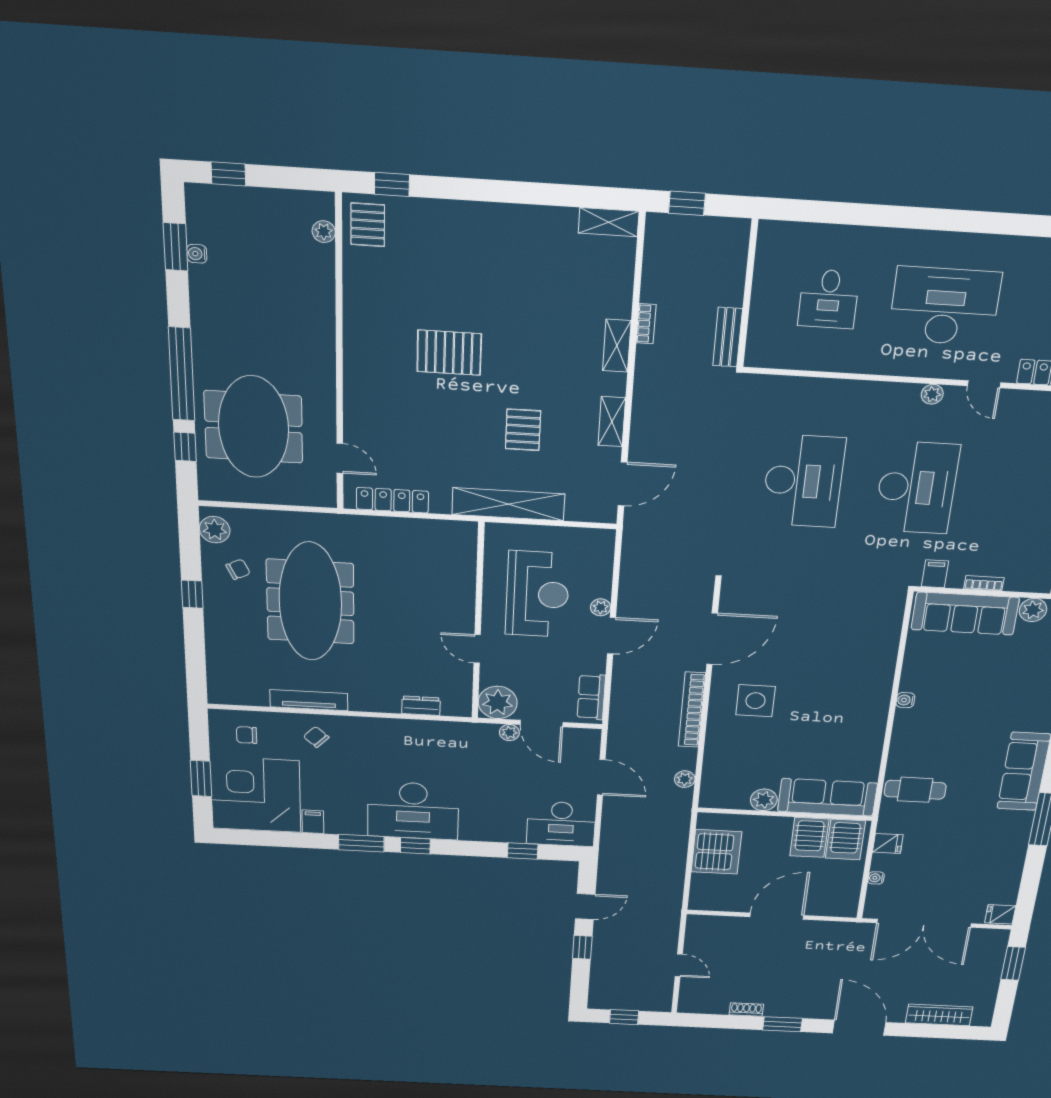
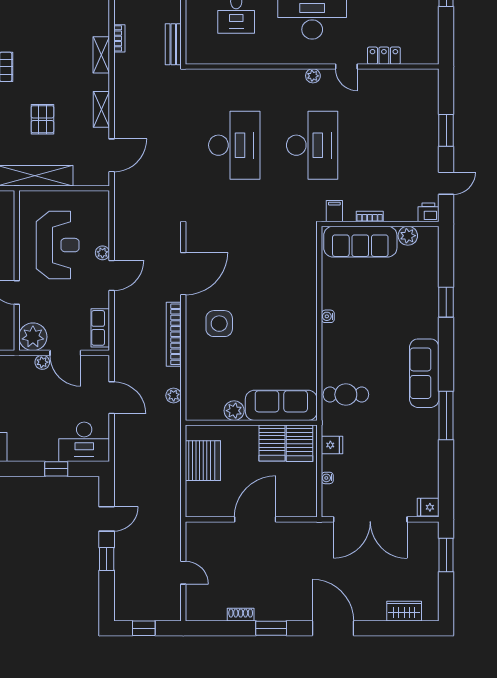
wardrobe: (939, 1015) -> (404, 611), width x0.67

